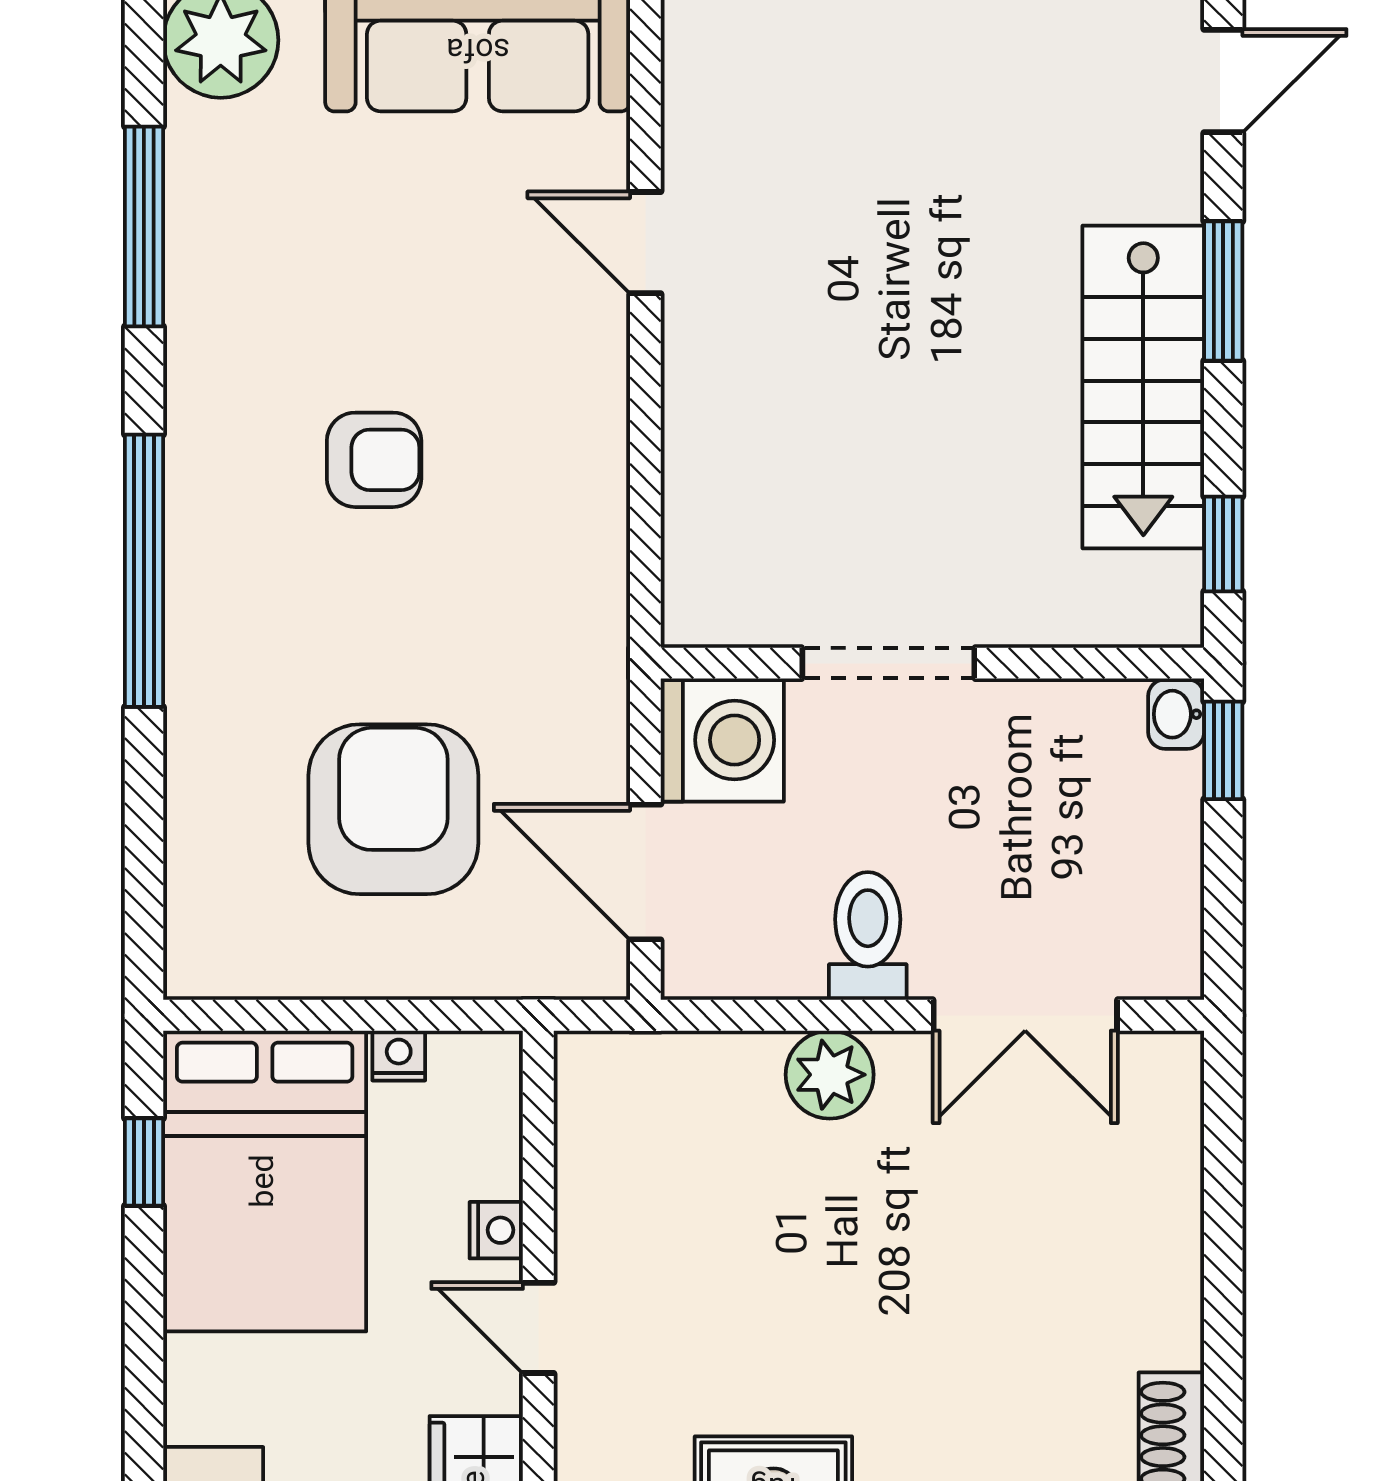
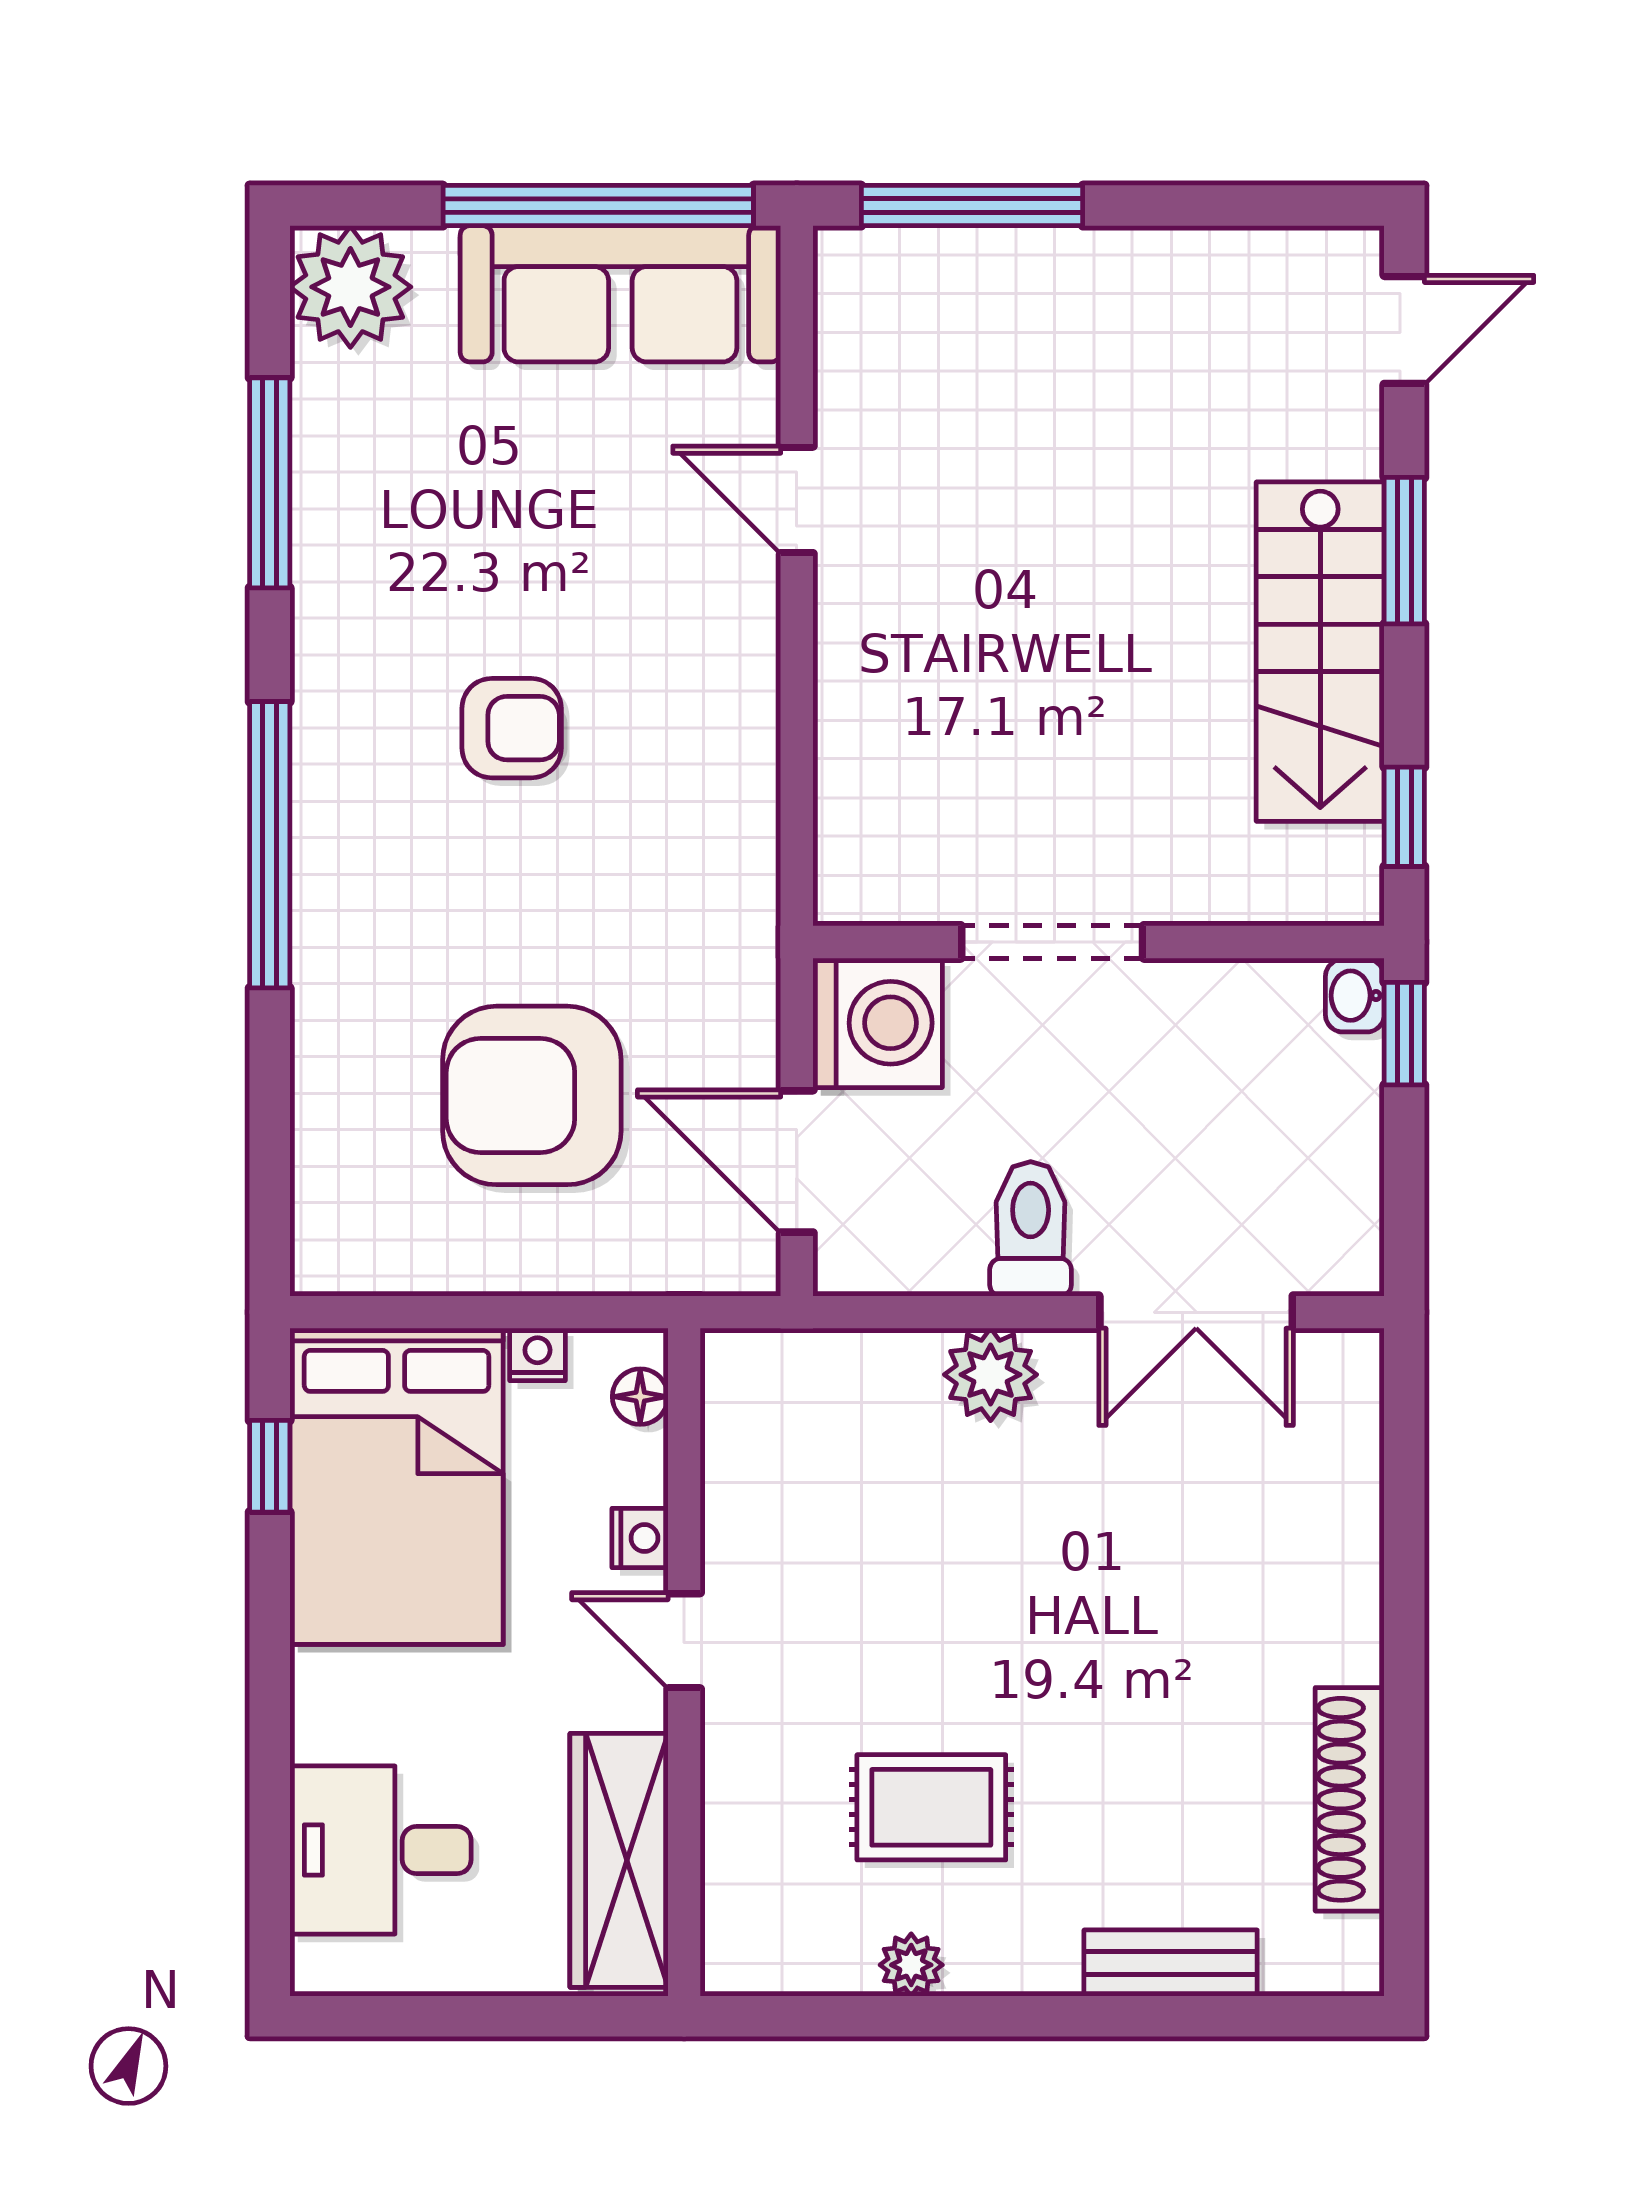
armchair: (393, 809) -> (532, 1095), turned -90
floor lamp: (496, 1096) -> (640, 1397), added

